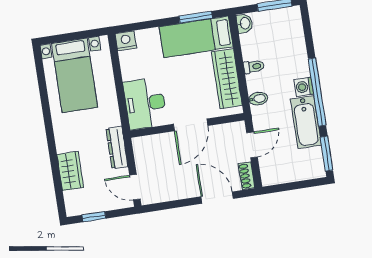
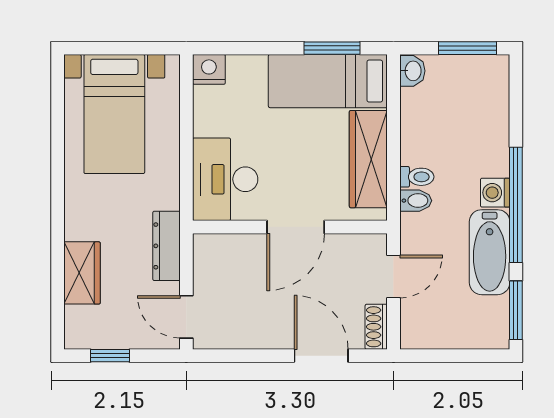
toilet: (254, 67) -> (417, 177), moved

